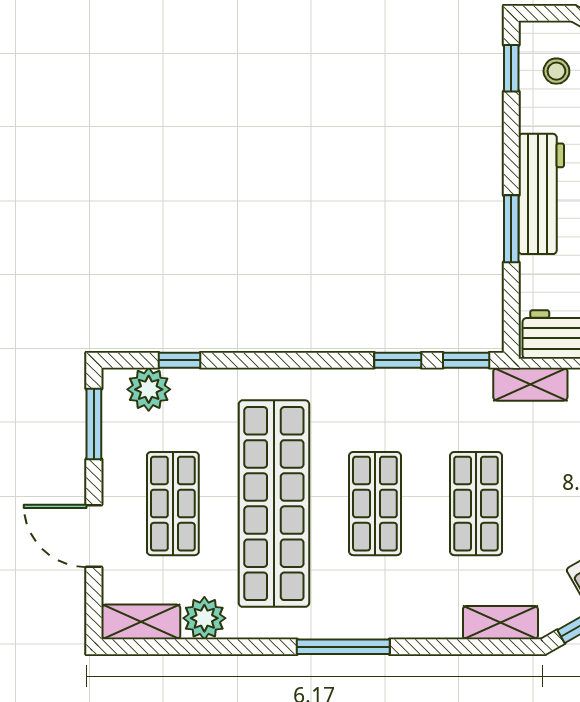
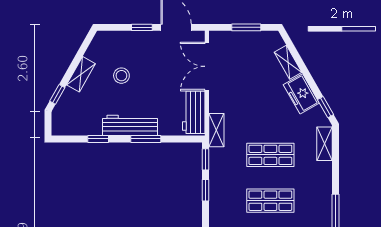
window: (511, 68) -> (98, 139), moved
stool: (556, 71) -> (74, 118), removed

